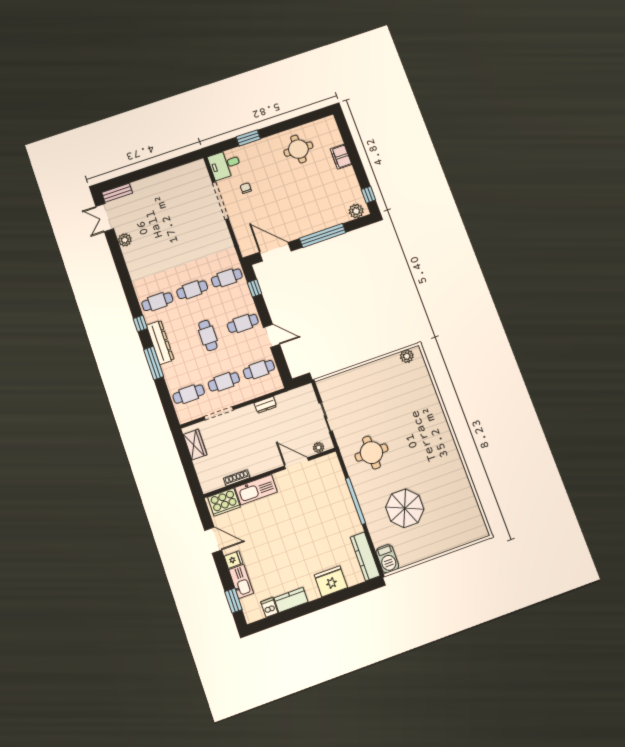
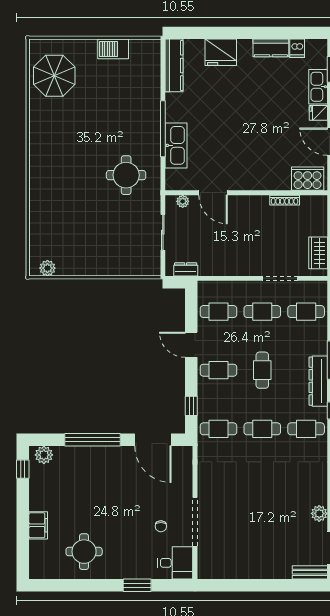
dresser: (265, 405) -> (186, 269), moved
kitchen sink: (256, 490) -> (176, 145), moved, turned 90
parasol: (405, 508) -> (54, 76), moved
barbecue: (387, 559) -> (113, 49), moved, turned -90

